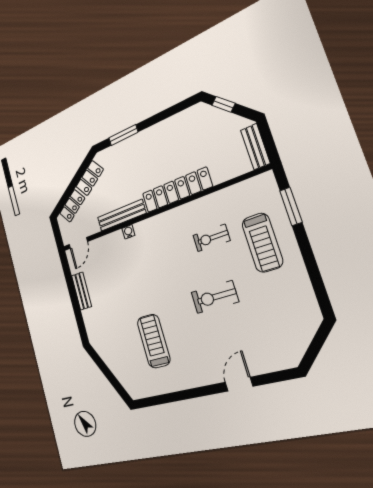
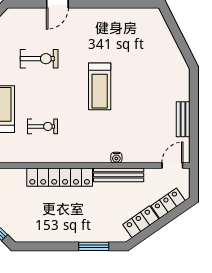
exercise bike: (215, 297) -> (39, 59), moved
treadmill: (154, 341) -> (100, 86), moved

